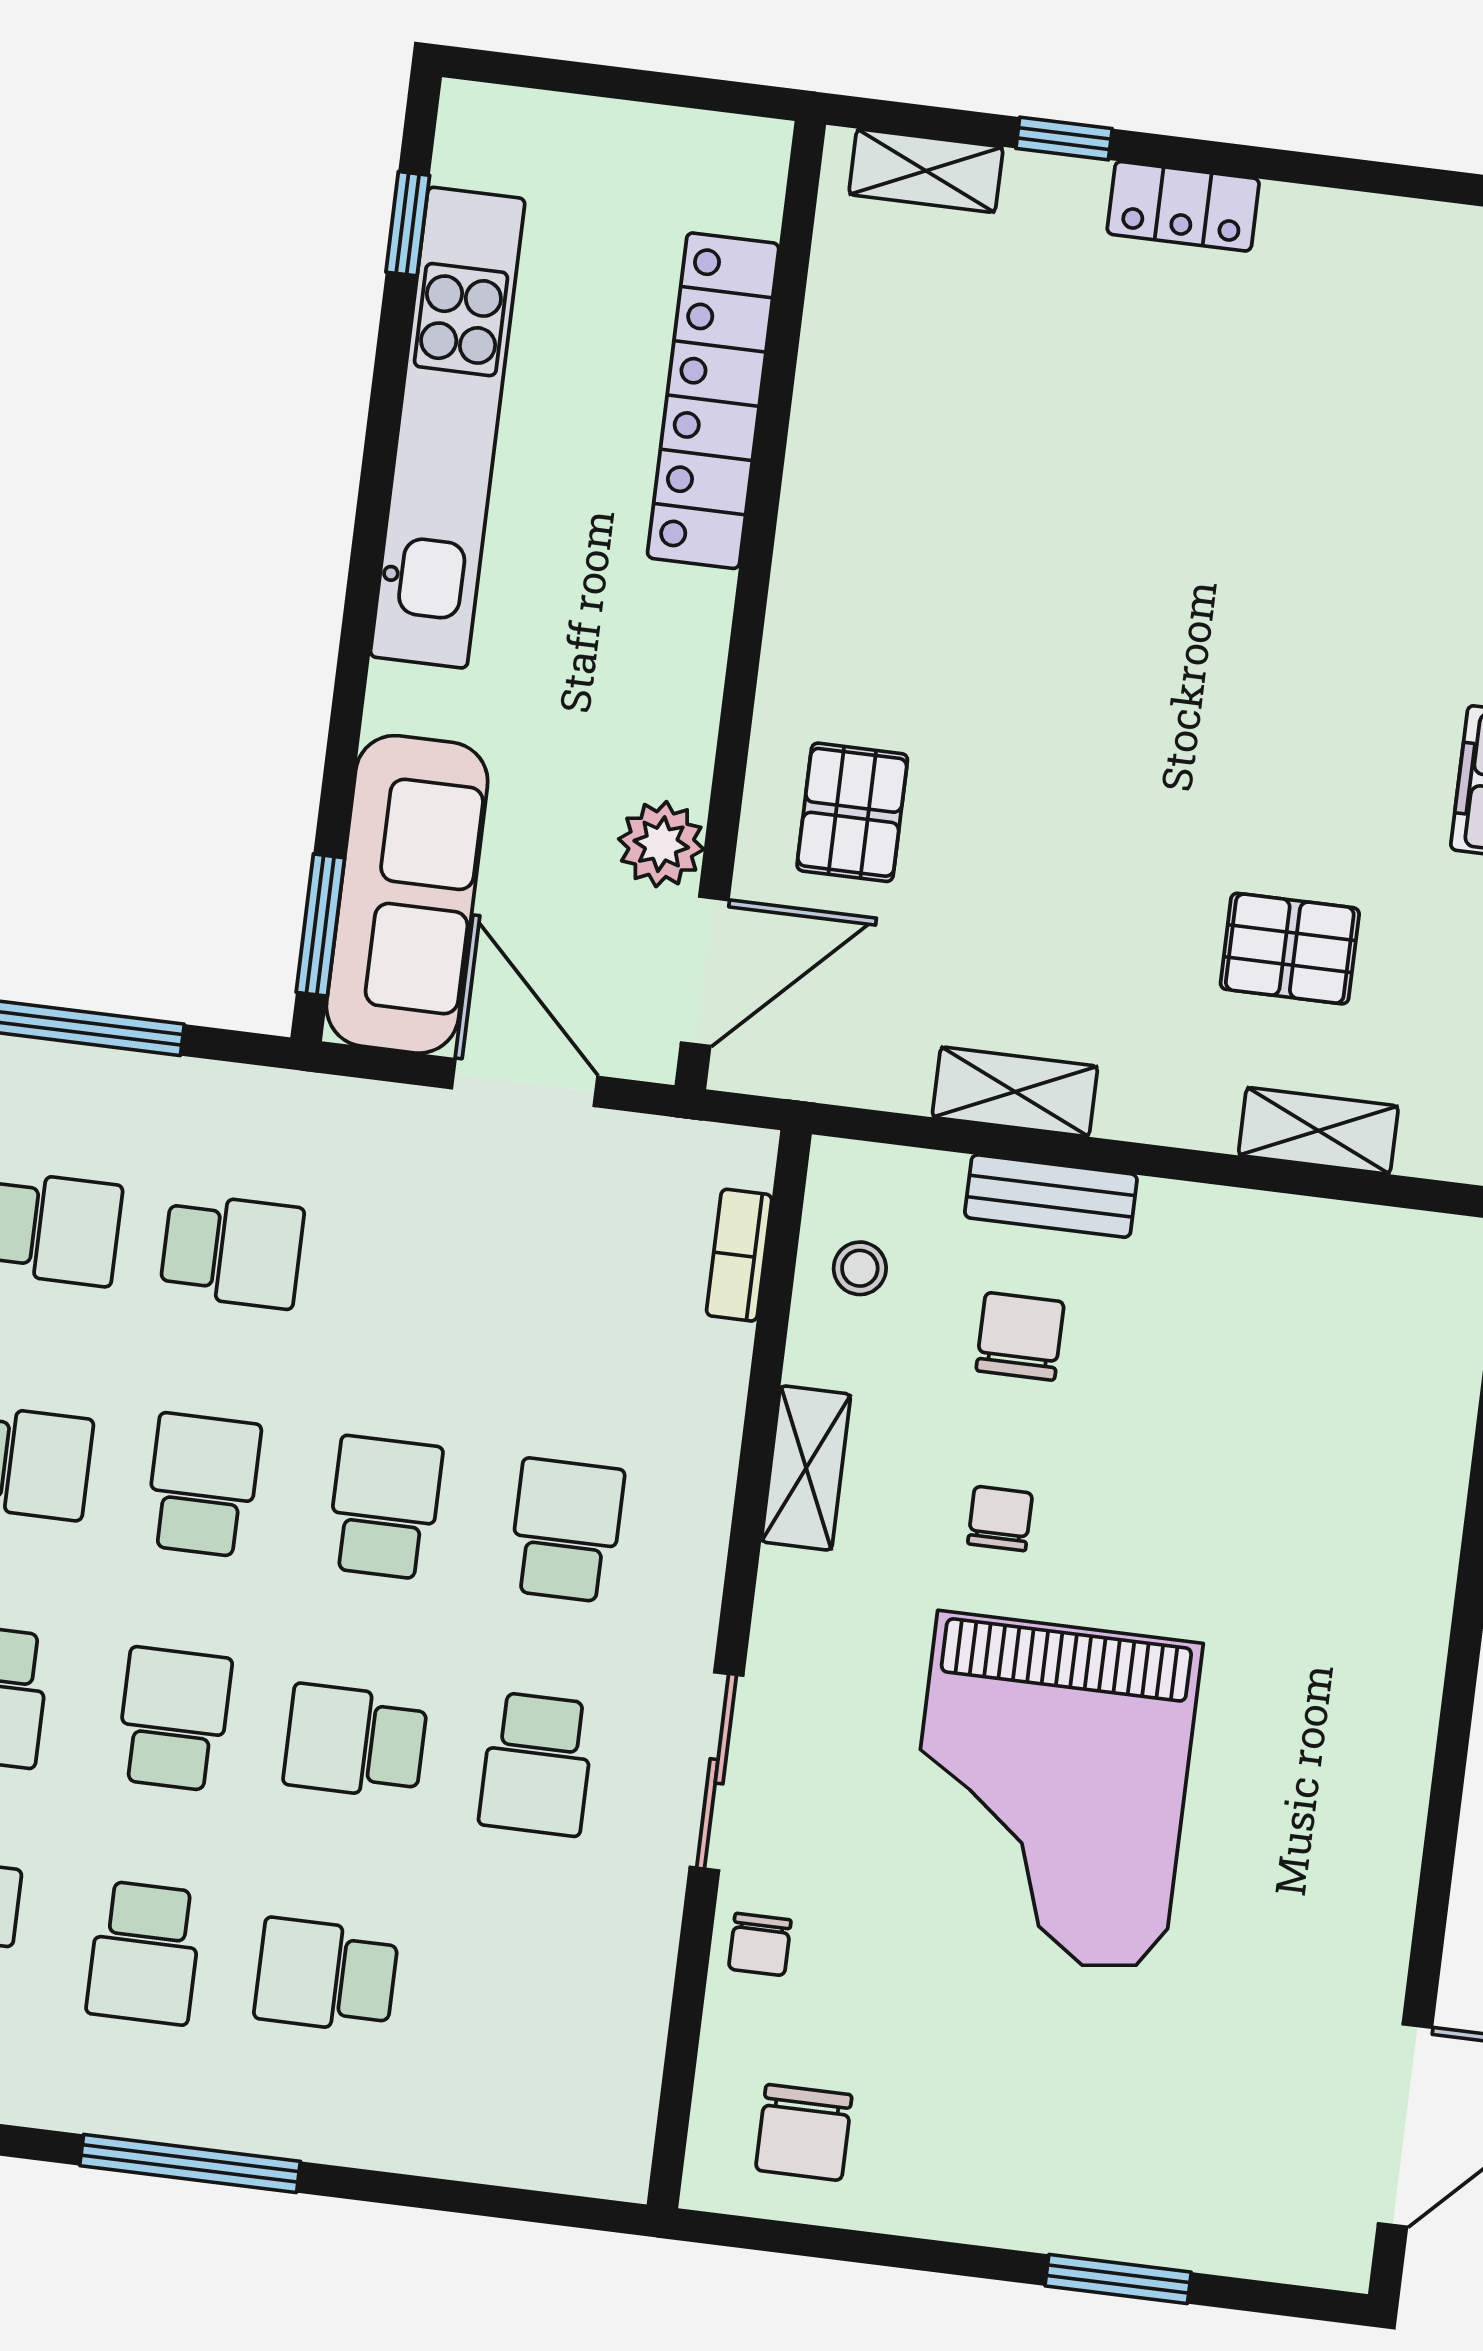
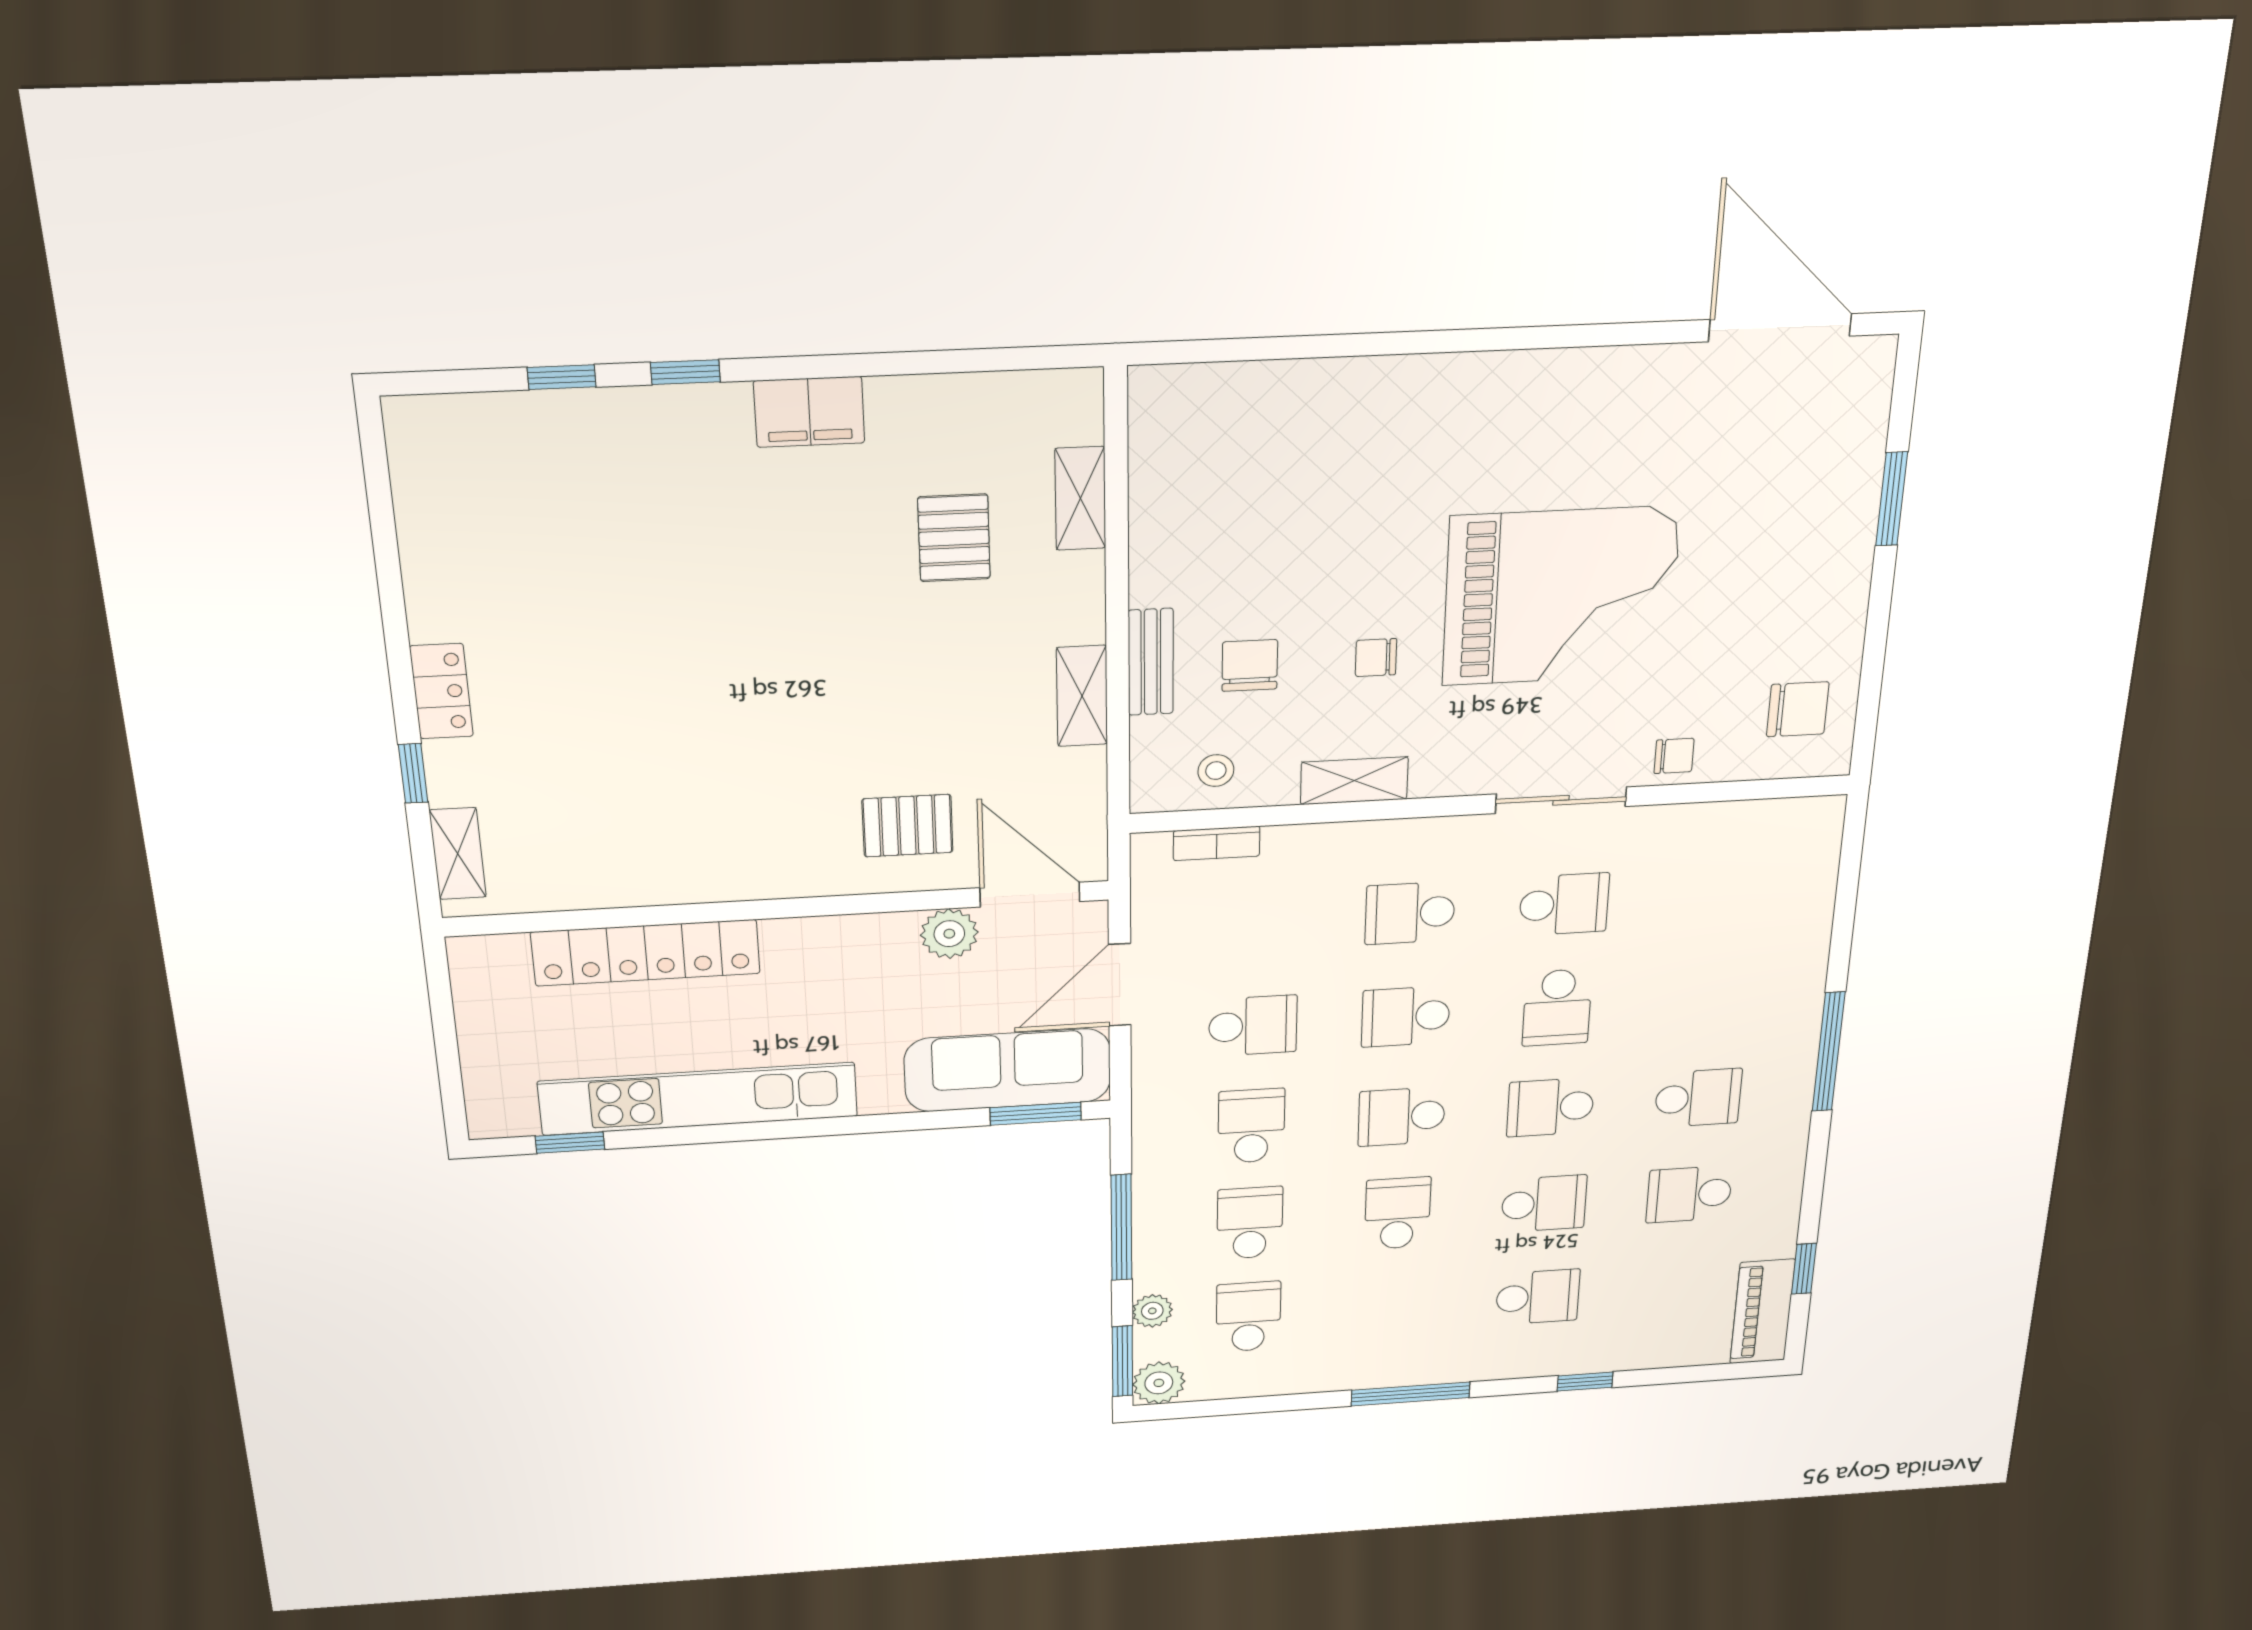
chair: (1020, 1336) -> (1250, 665), turned 90
school desk: (326, 1976) -> (1253, 1026), moved, turned -90

